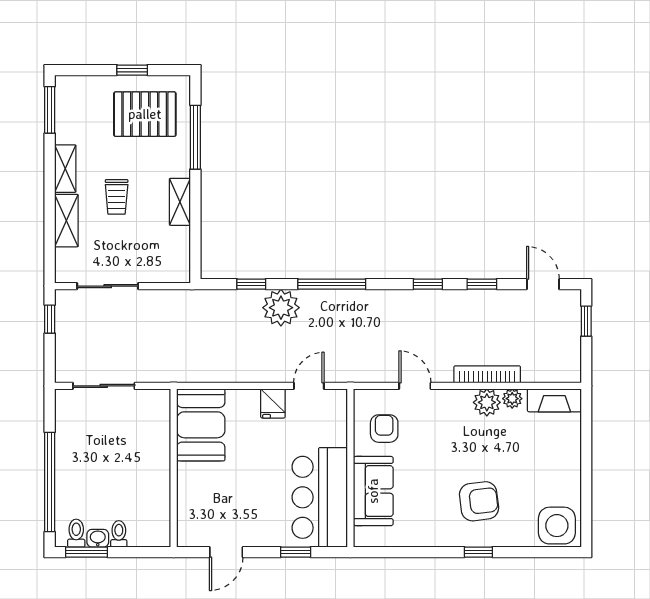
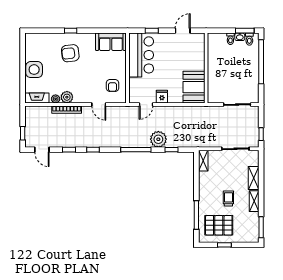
trolley: (117, 197) -> (228, 198), moved
shelving: (180, 202) -> (203, 161), moved
sofa: (373, 491) -> (111, 42), moved, turned -90
side table: (557, 526) -> (34, 70), moved

